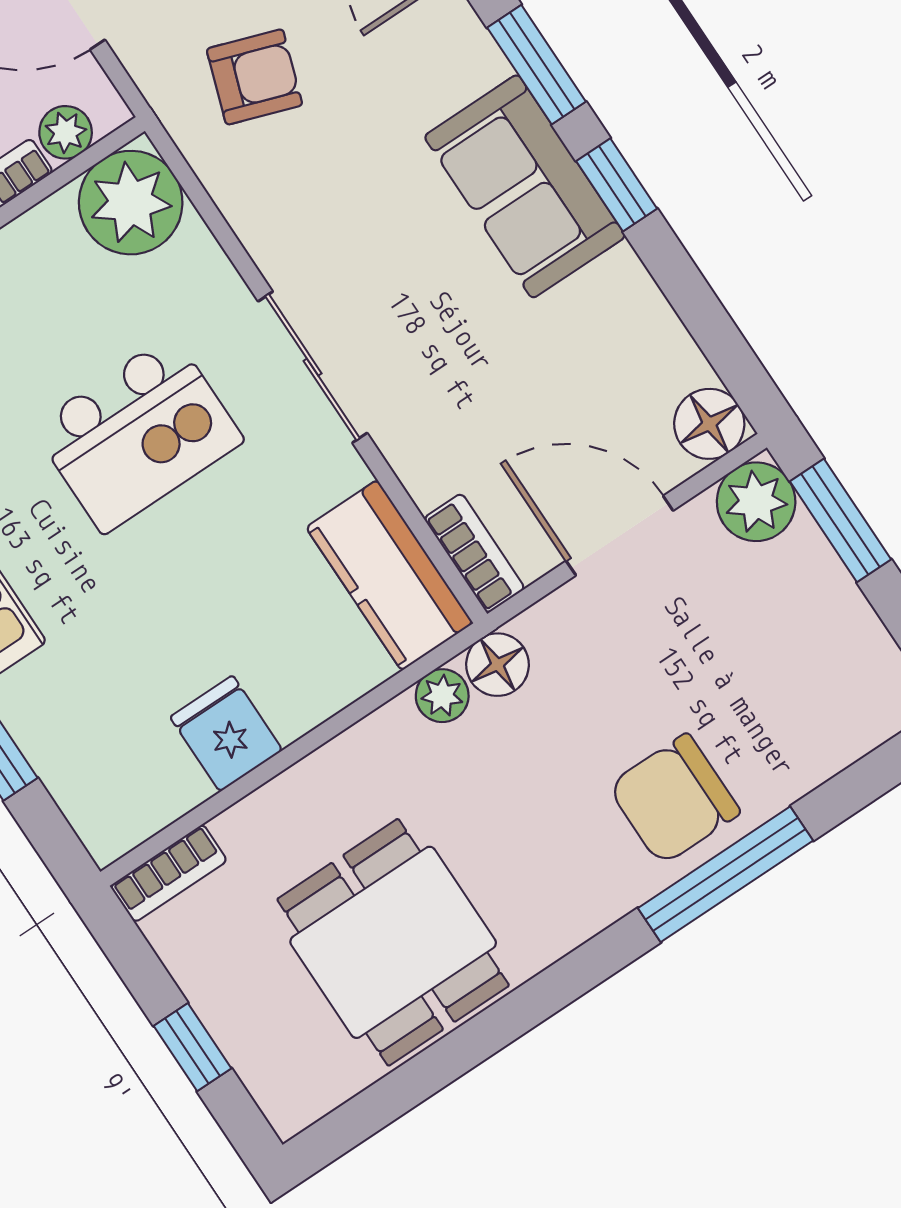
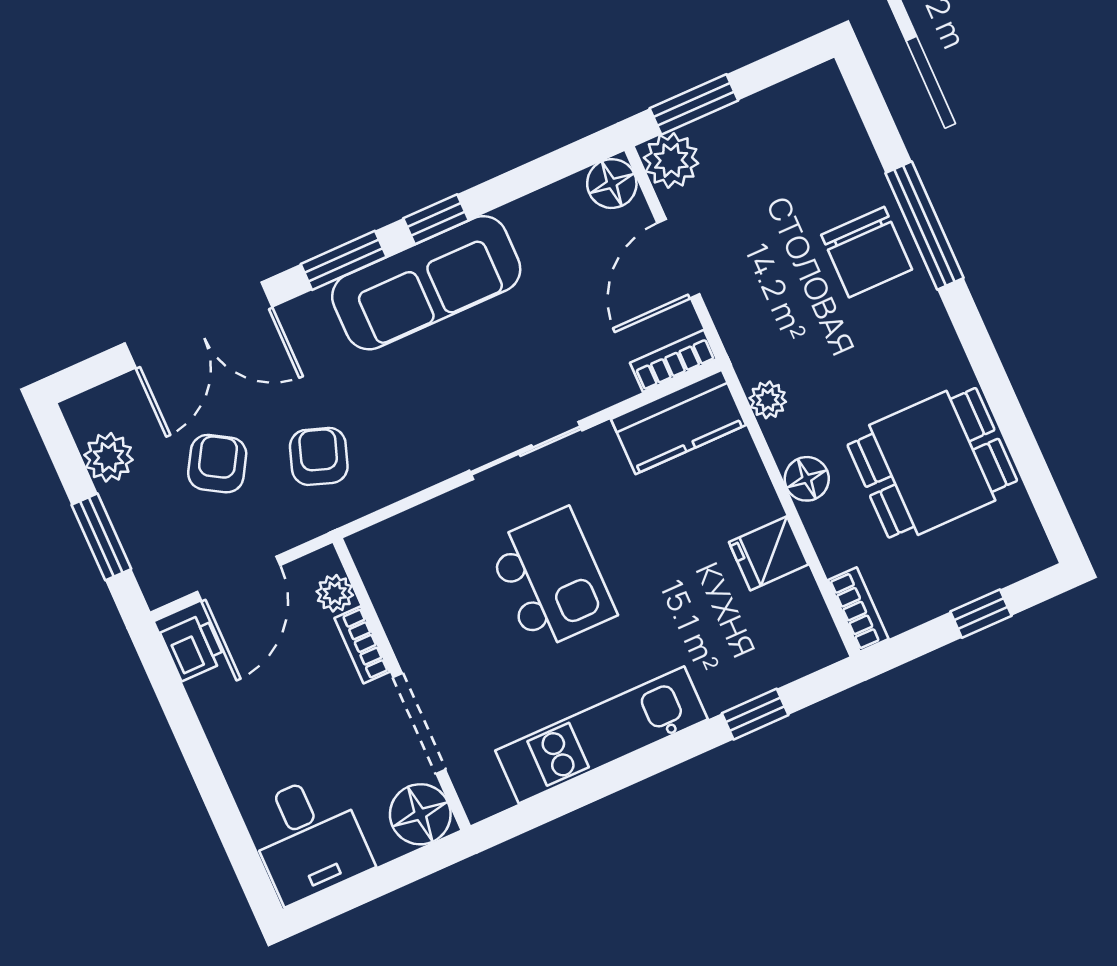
sofa: (525, 186) -> (426, 283), width x1.36
plant: (131, 203) -> (391, 557), removed
floor lamp: (497, 665) -> (807, 479), moved

